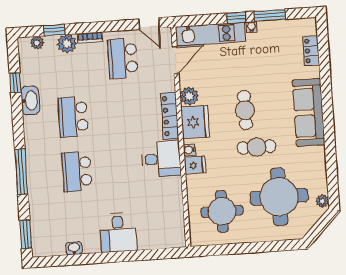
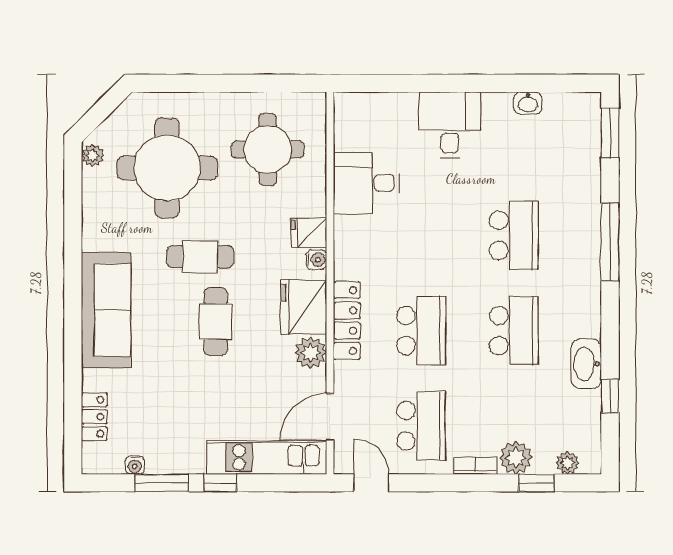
water cooler: (251, 27) -> (135, 465), moved
school desk: (126, 113) -> (421, 331), added
desk: (161, 159) -> (366, 183), moved

